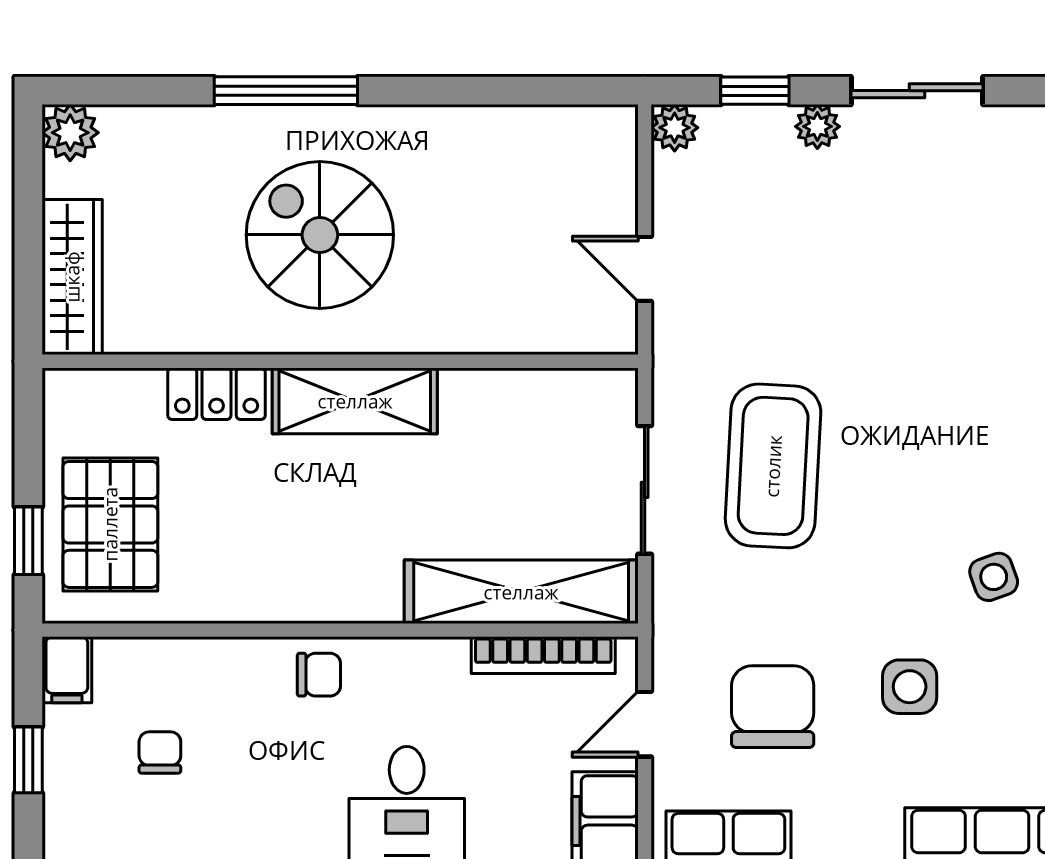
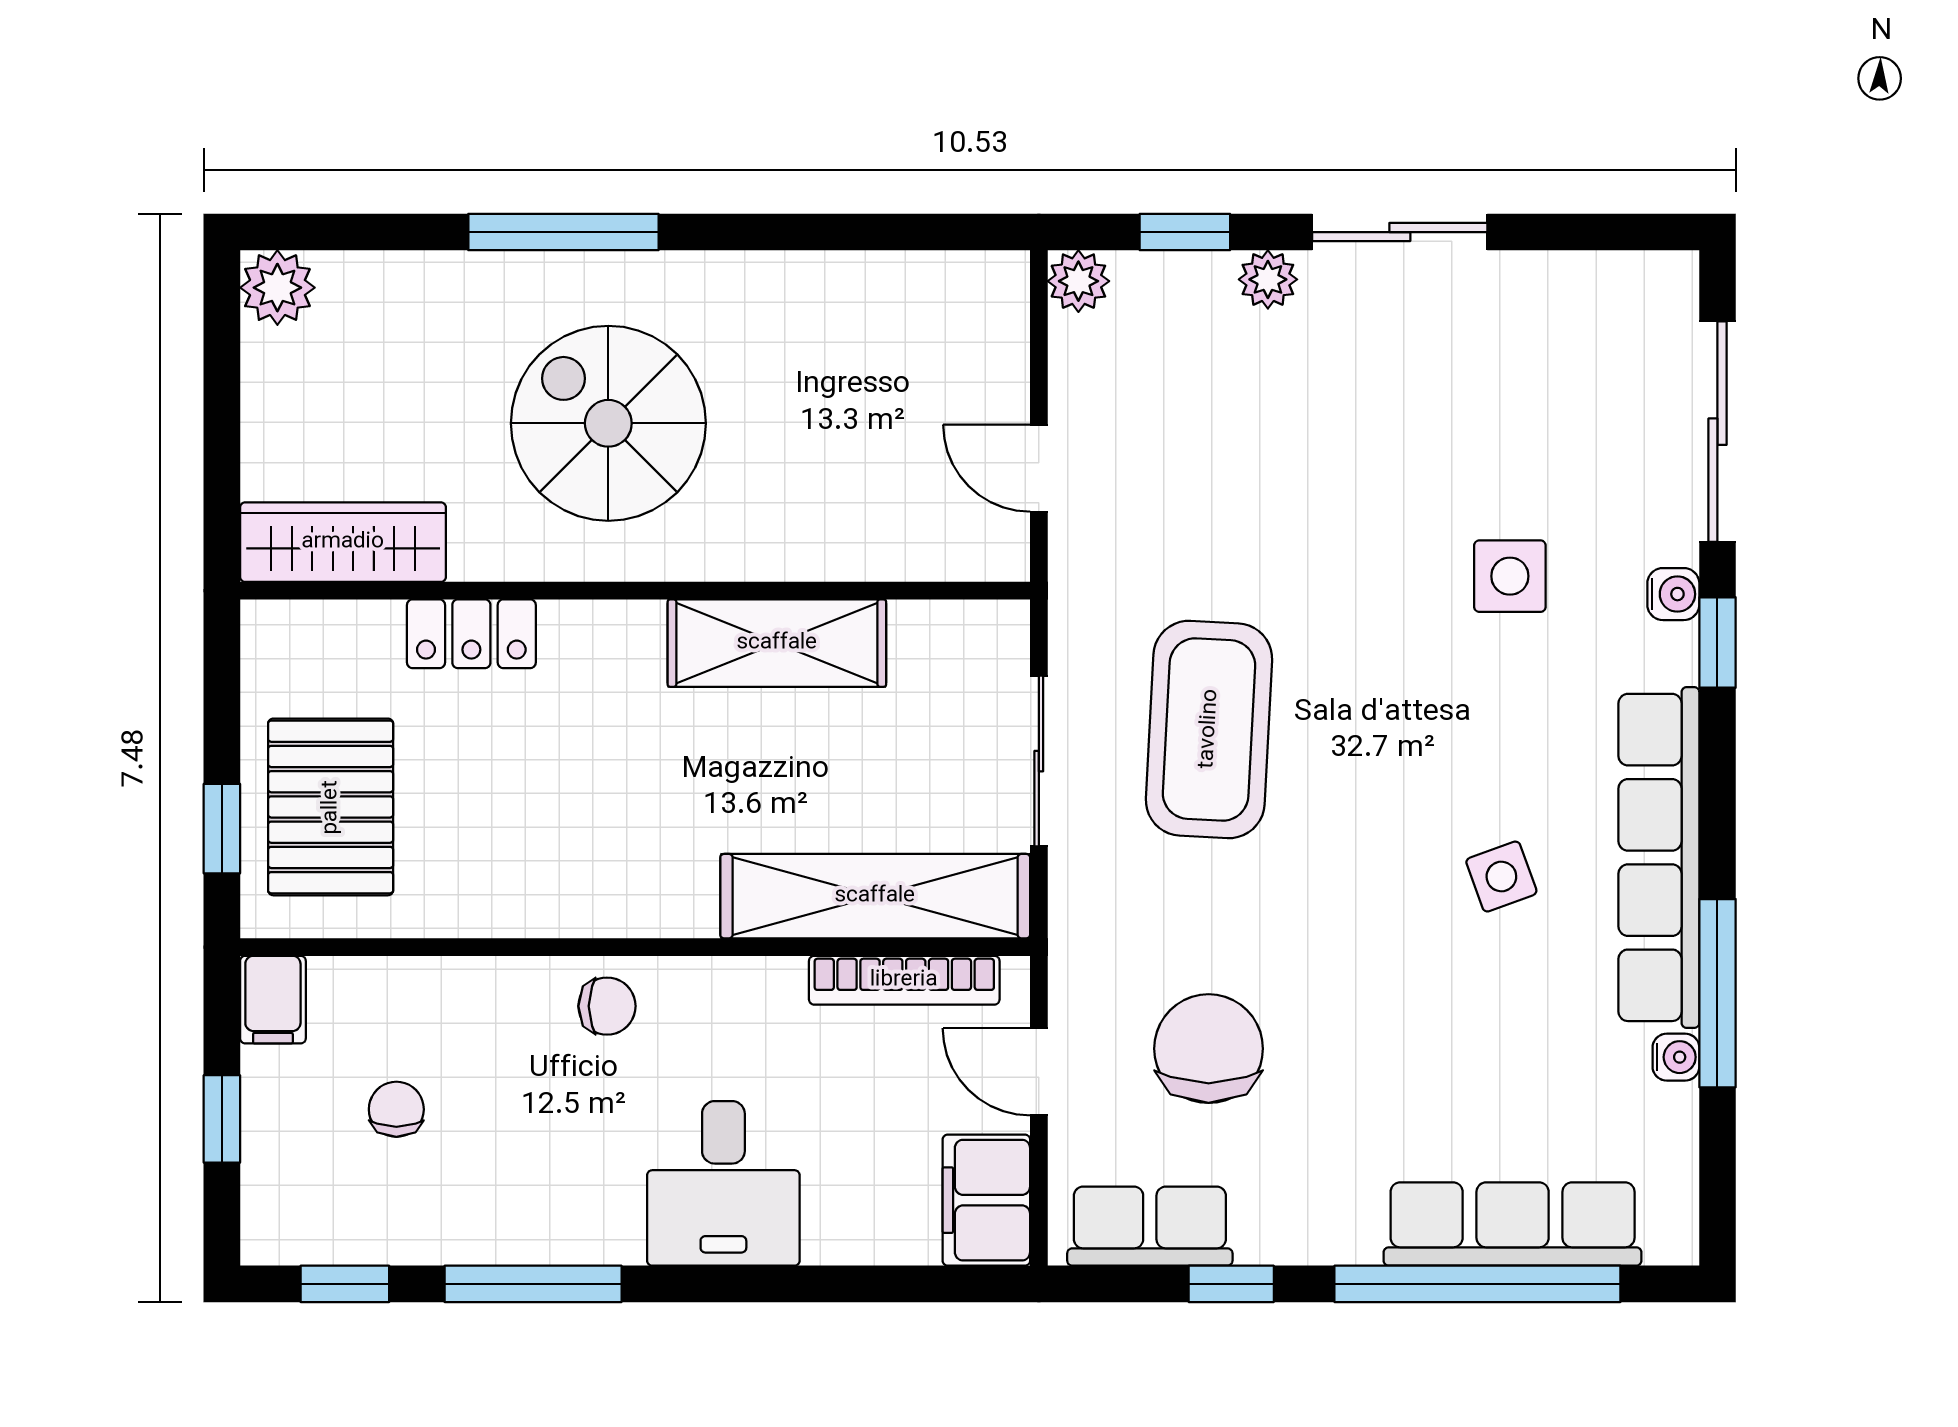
wardrobe: (72, 277) -> (343, 542), moved, turned -90
shelving: (355, 401) -> (777, 643), moved
side table: (910, 687) -> (1510, 576), moved
door: (645, 724) -> (1039, 1072), hinge flipped

